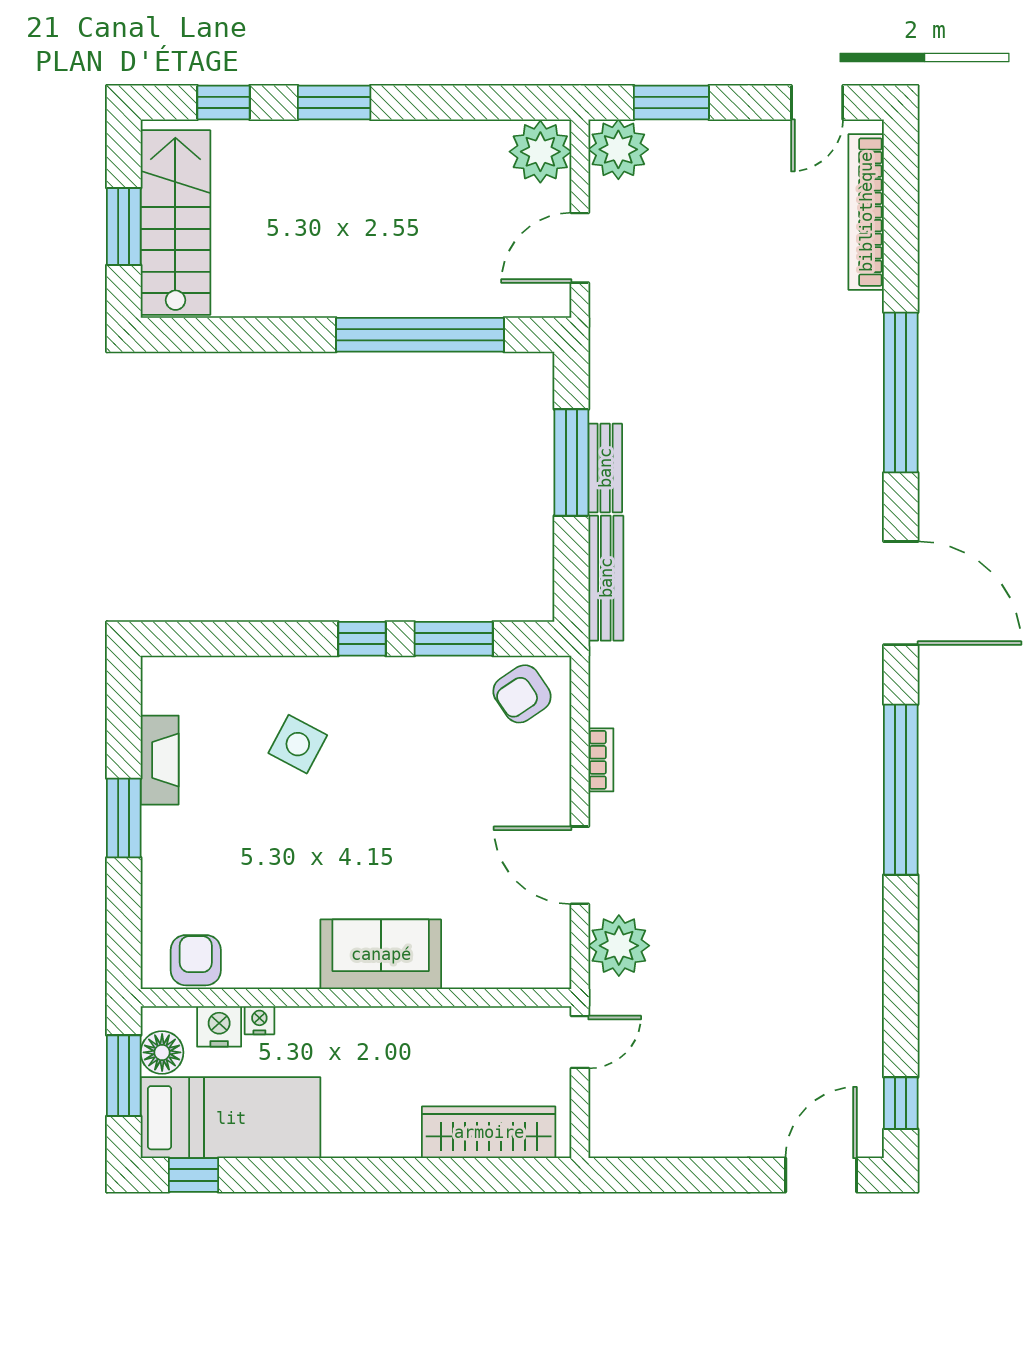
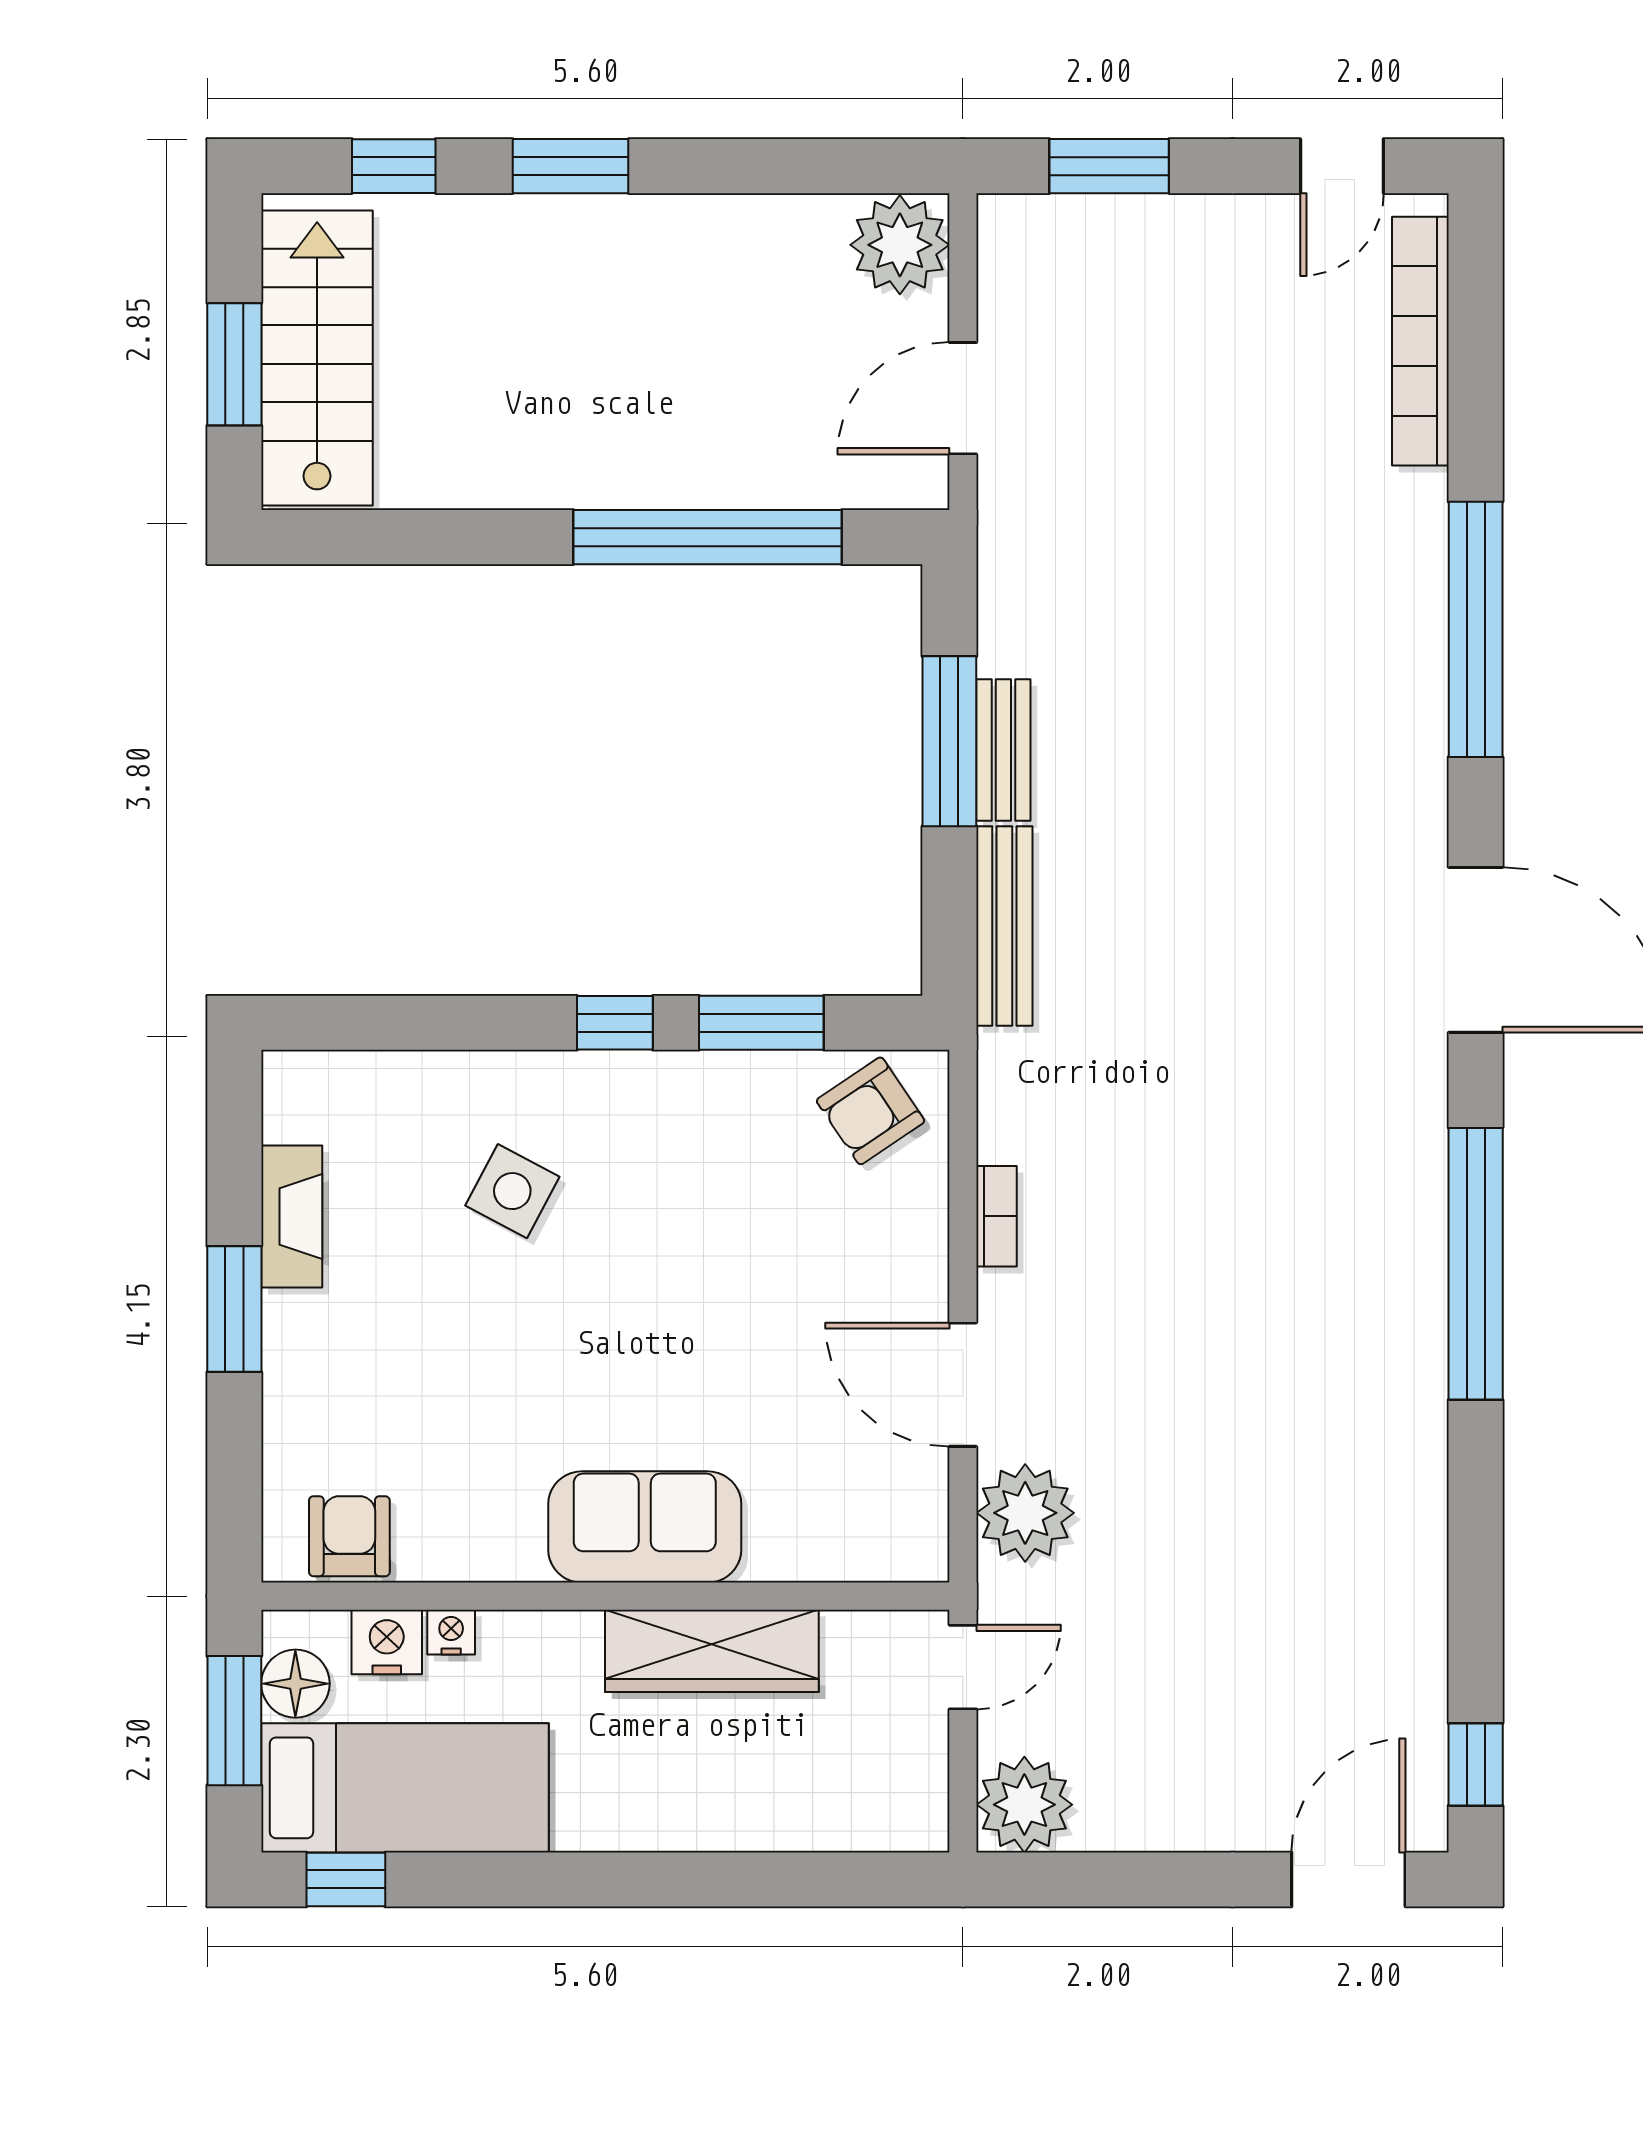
plant: (618, 149) -> (1024, 1805), moved
wardrobe: (489, 1132) -> (712, 1651), moved, turned 180

